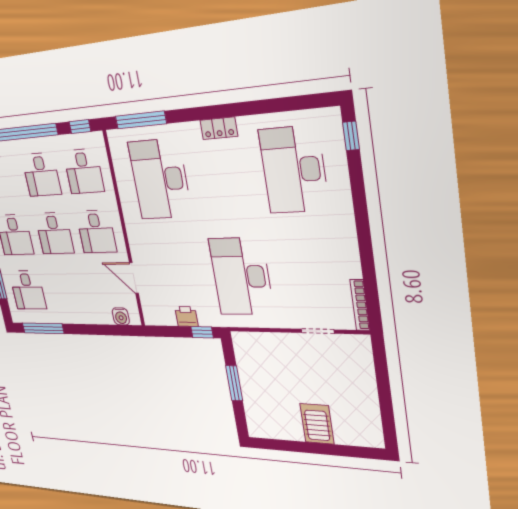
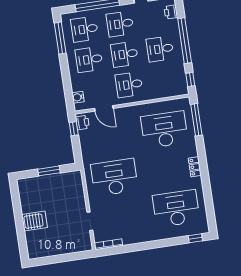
desk: (84, 171) -> (89, 60), moved
door: (134, 278) -> (104, 108), swing flipped
printer: (186, 316) -> (82, 123), moved
window: (202, 332) -> (74, 129), moved

